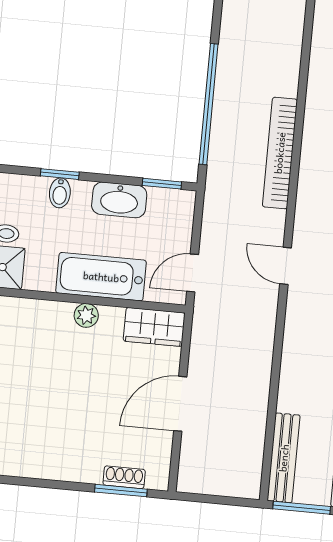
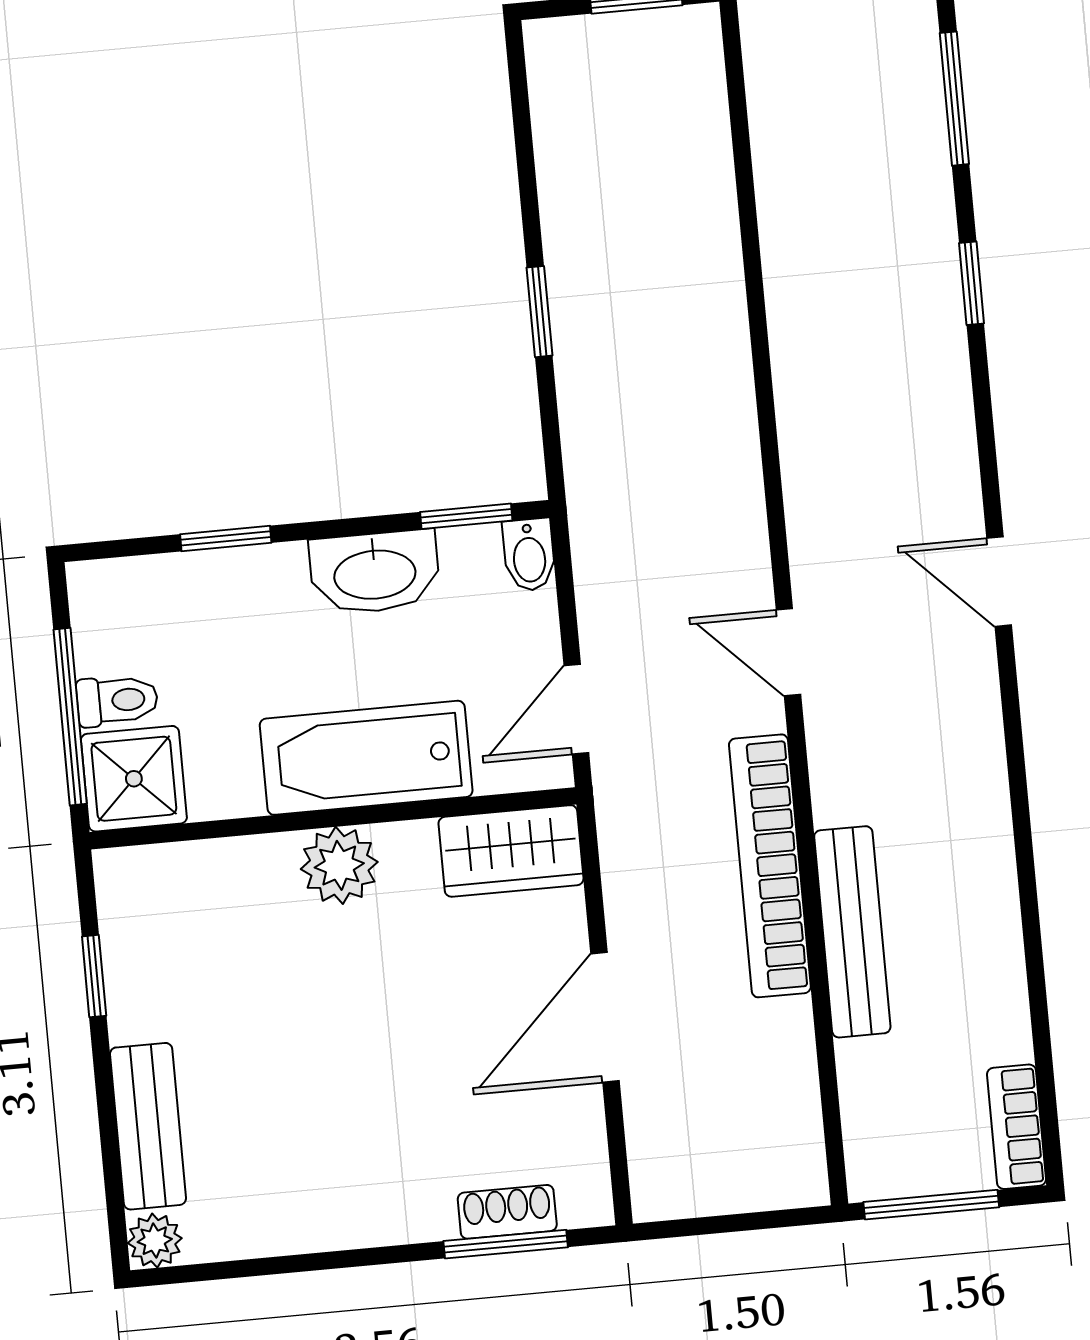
window: (209, 104) -> (539, 312), width x0.32
bookcase: (280, 153) -> (770, 866), moved
bidet: (60, 193) -> (529, 555), moved
plant: (86, 315) -> (339, 865), width x1.38, depth x1.38
bench: (284, 458) -> (852, 932), moved

